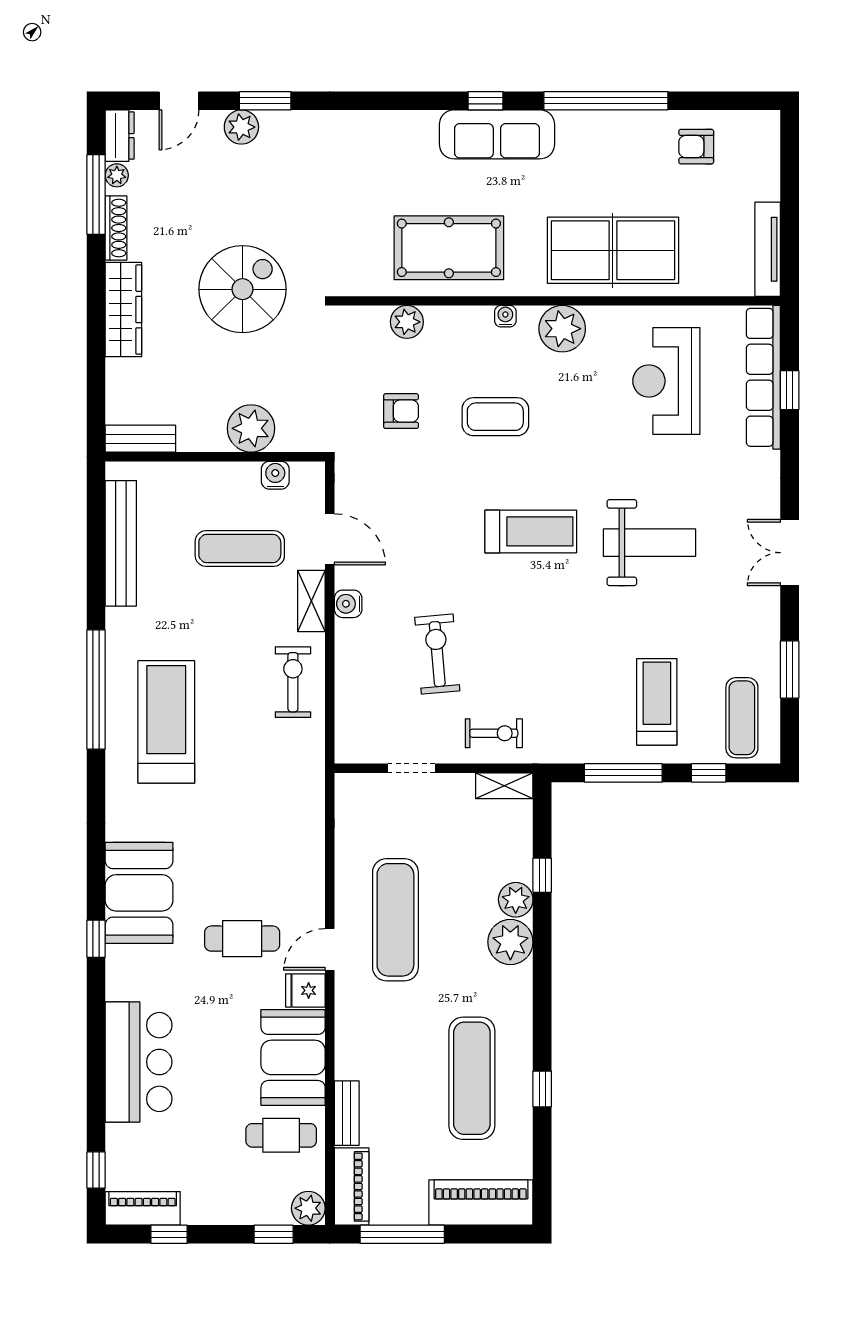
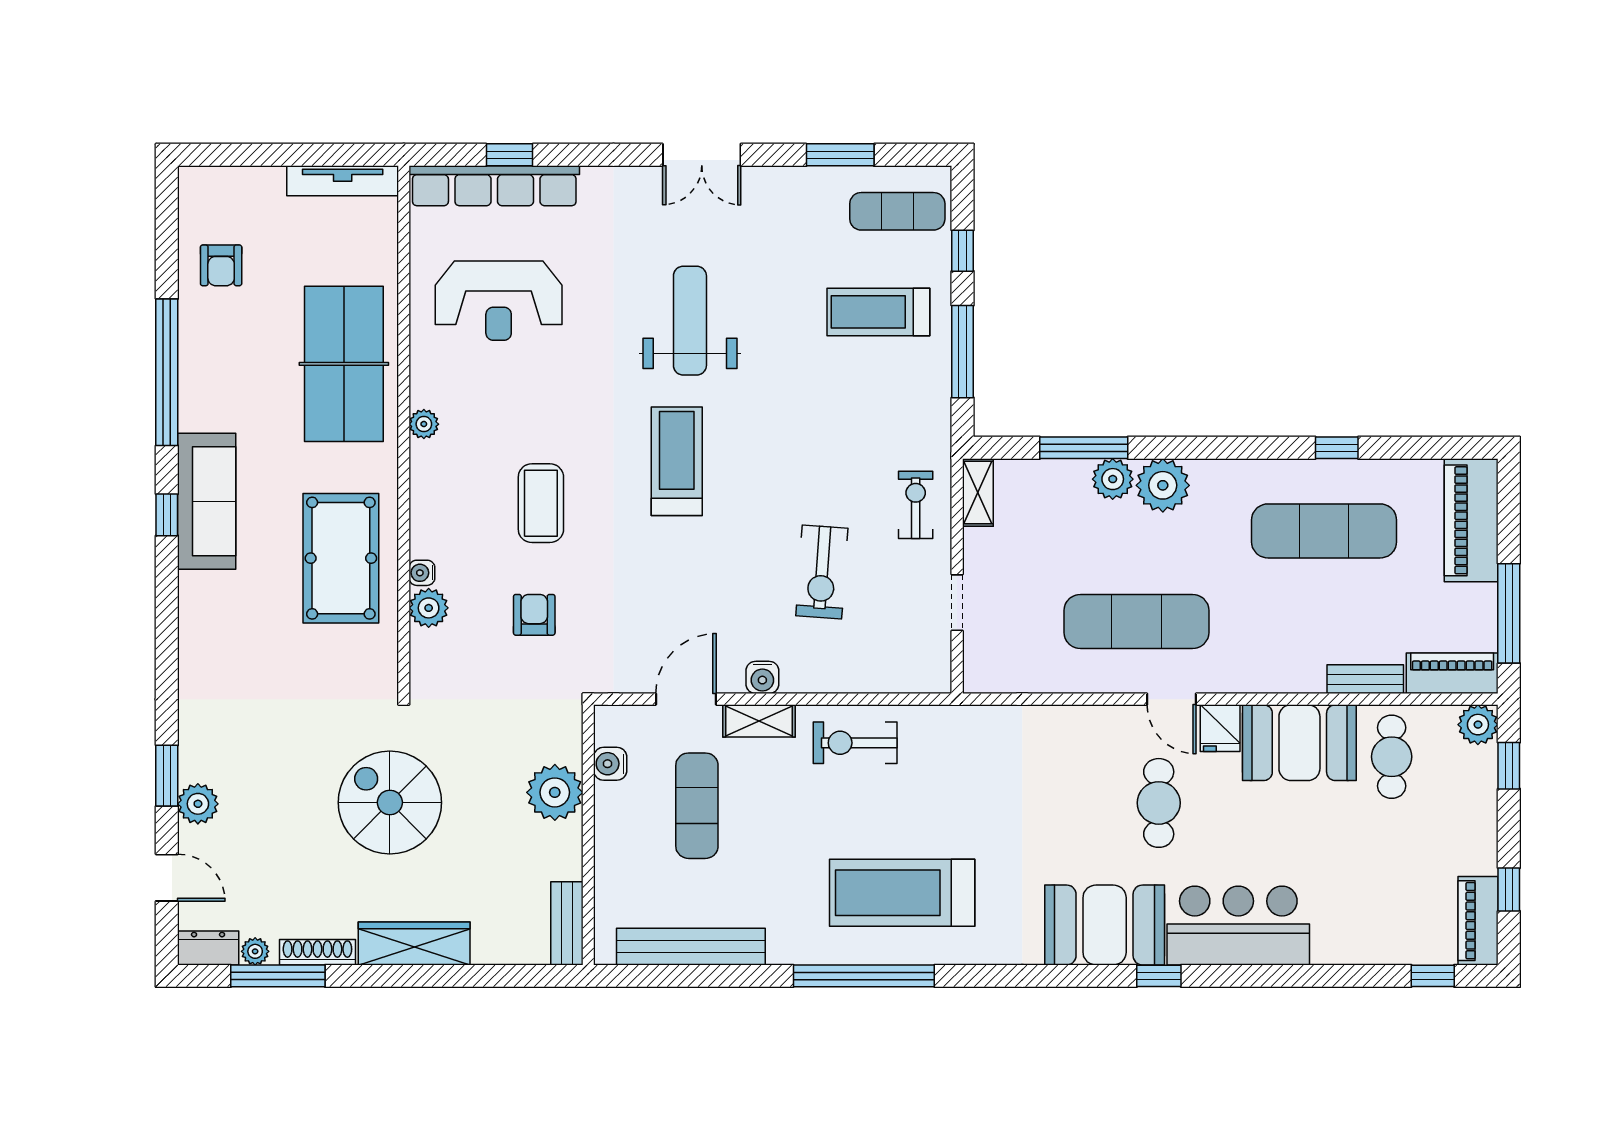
water cooler: (505, 316) -> (422, 573), moved
plant: (562, 329) -> (424, 424), width x0.53, depth x0.53
exercise bike: (437, 654) -> (822, 572), turned -81
window: (542, 875) -> (1084, 448), width x2.17
bar counter: (139, 1062) -> (1238, 926), moved

